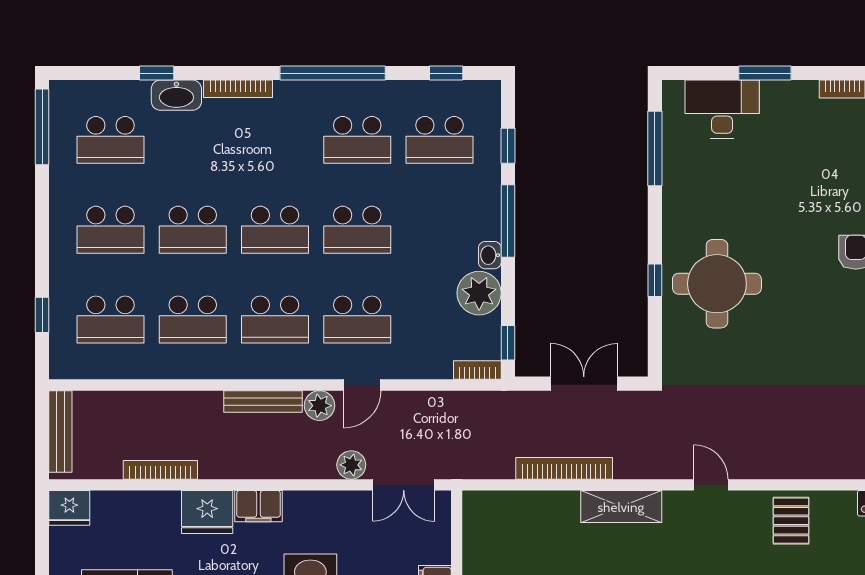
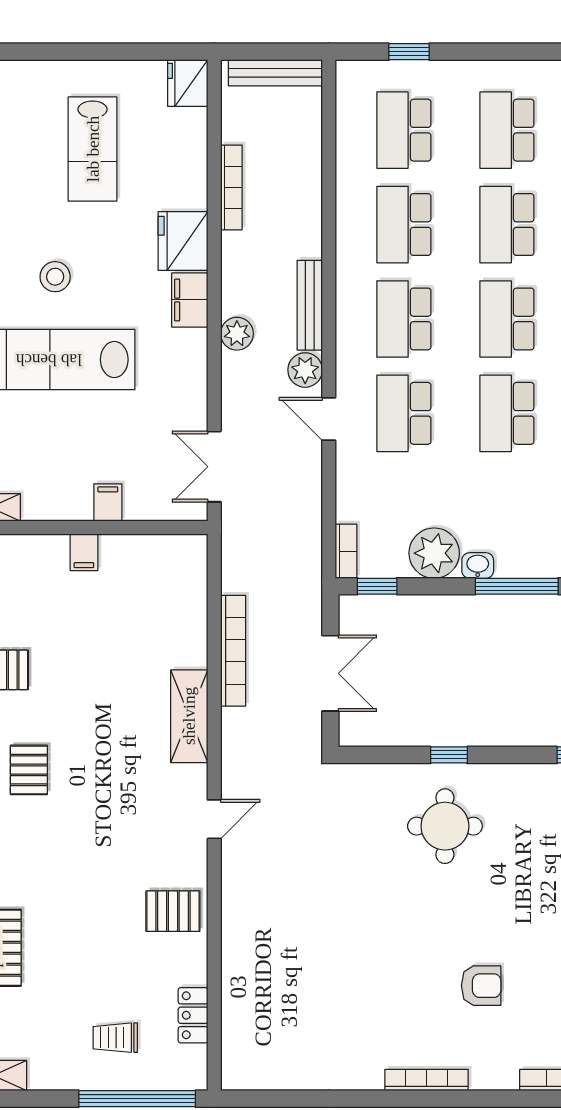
round table: (717, 284) -> (445, 826), width x0.73, depth x0.73
plant: (351, 465) -> (237, 334), moved

